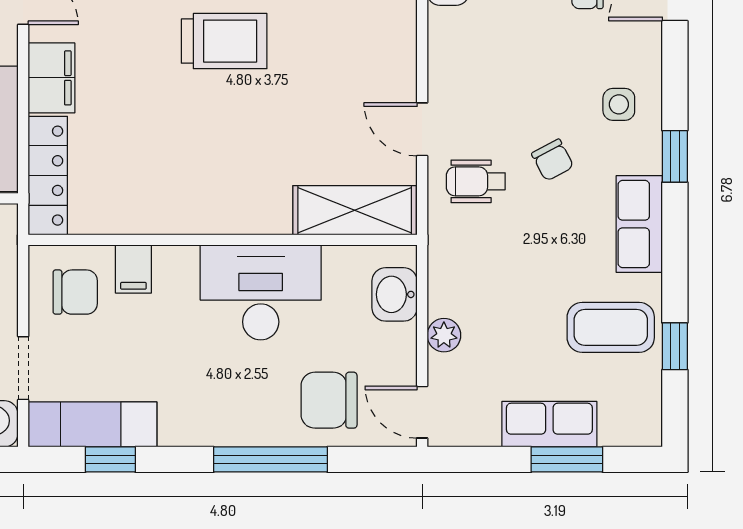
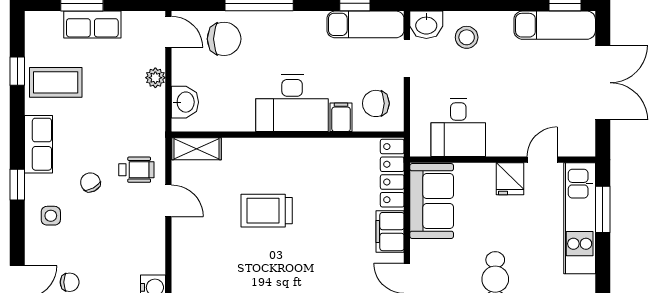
trolley: (224, 41) -> (267, 211), moved
shelving: (355, 210) -> (196, 149), width x0.67, depth x0.75
desk: (261, 292) -> (292, 103), moved

